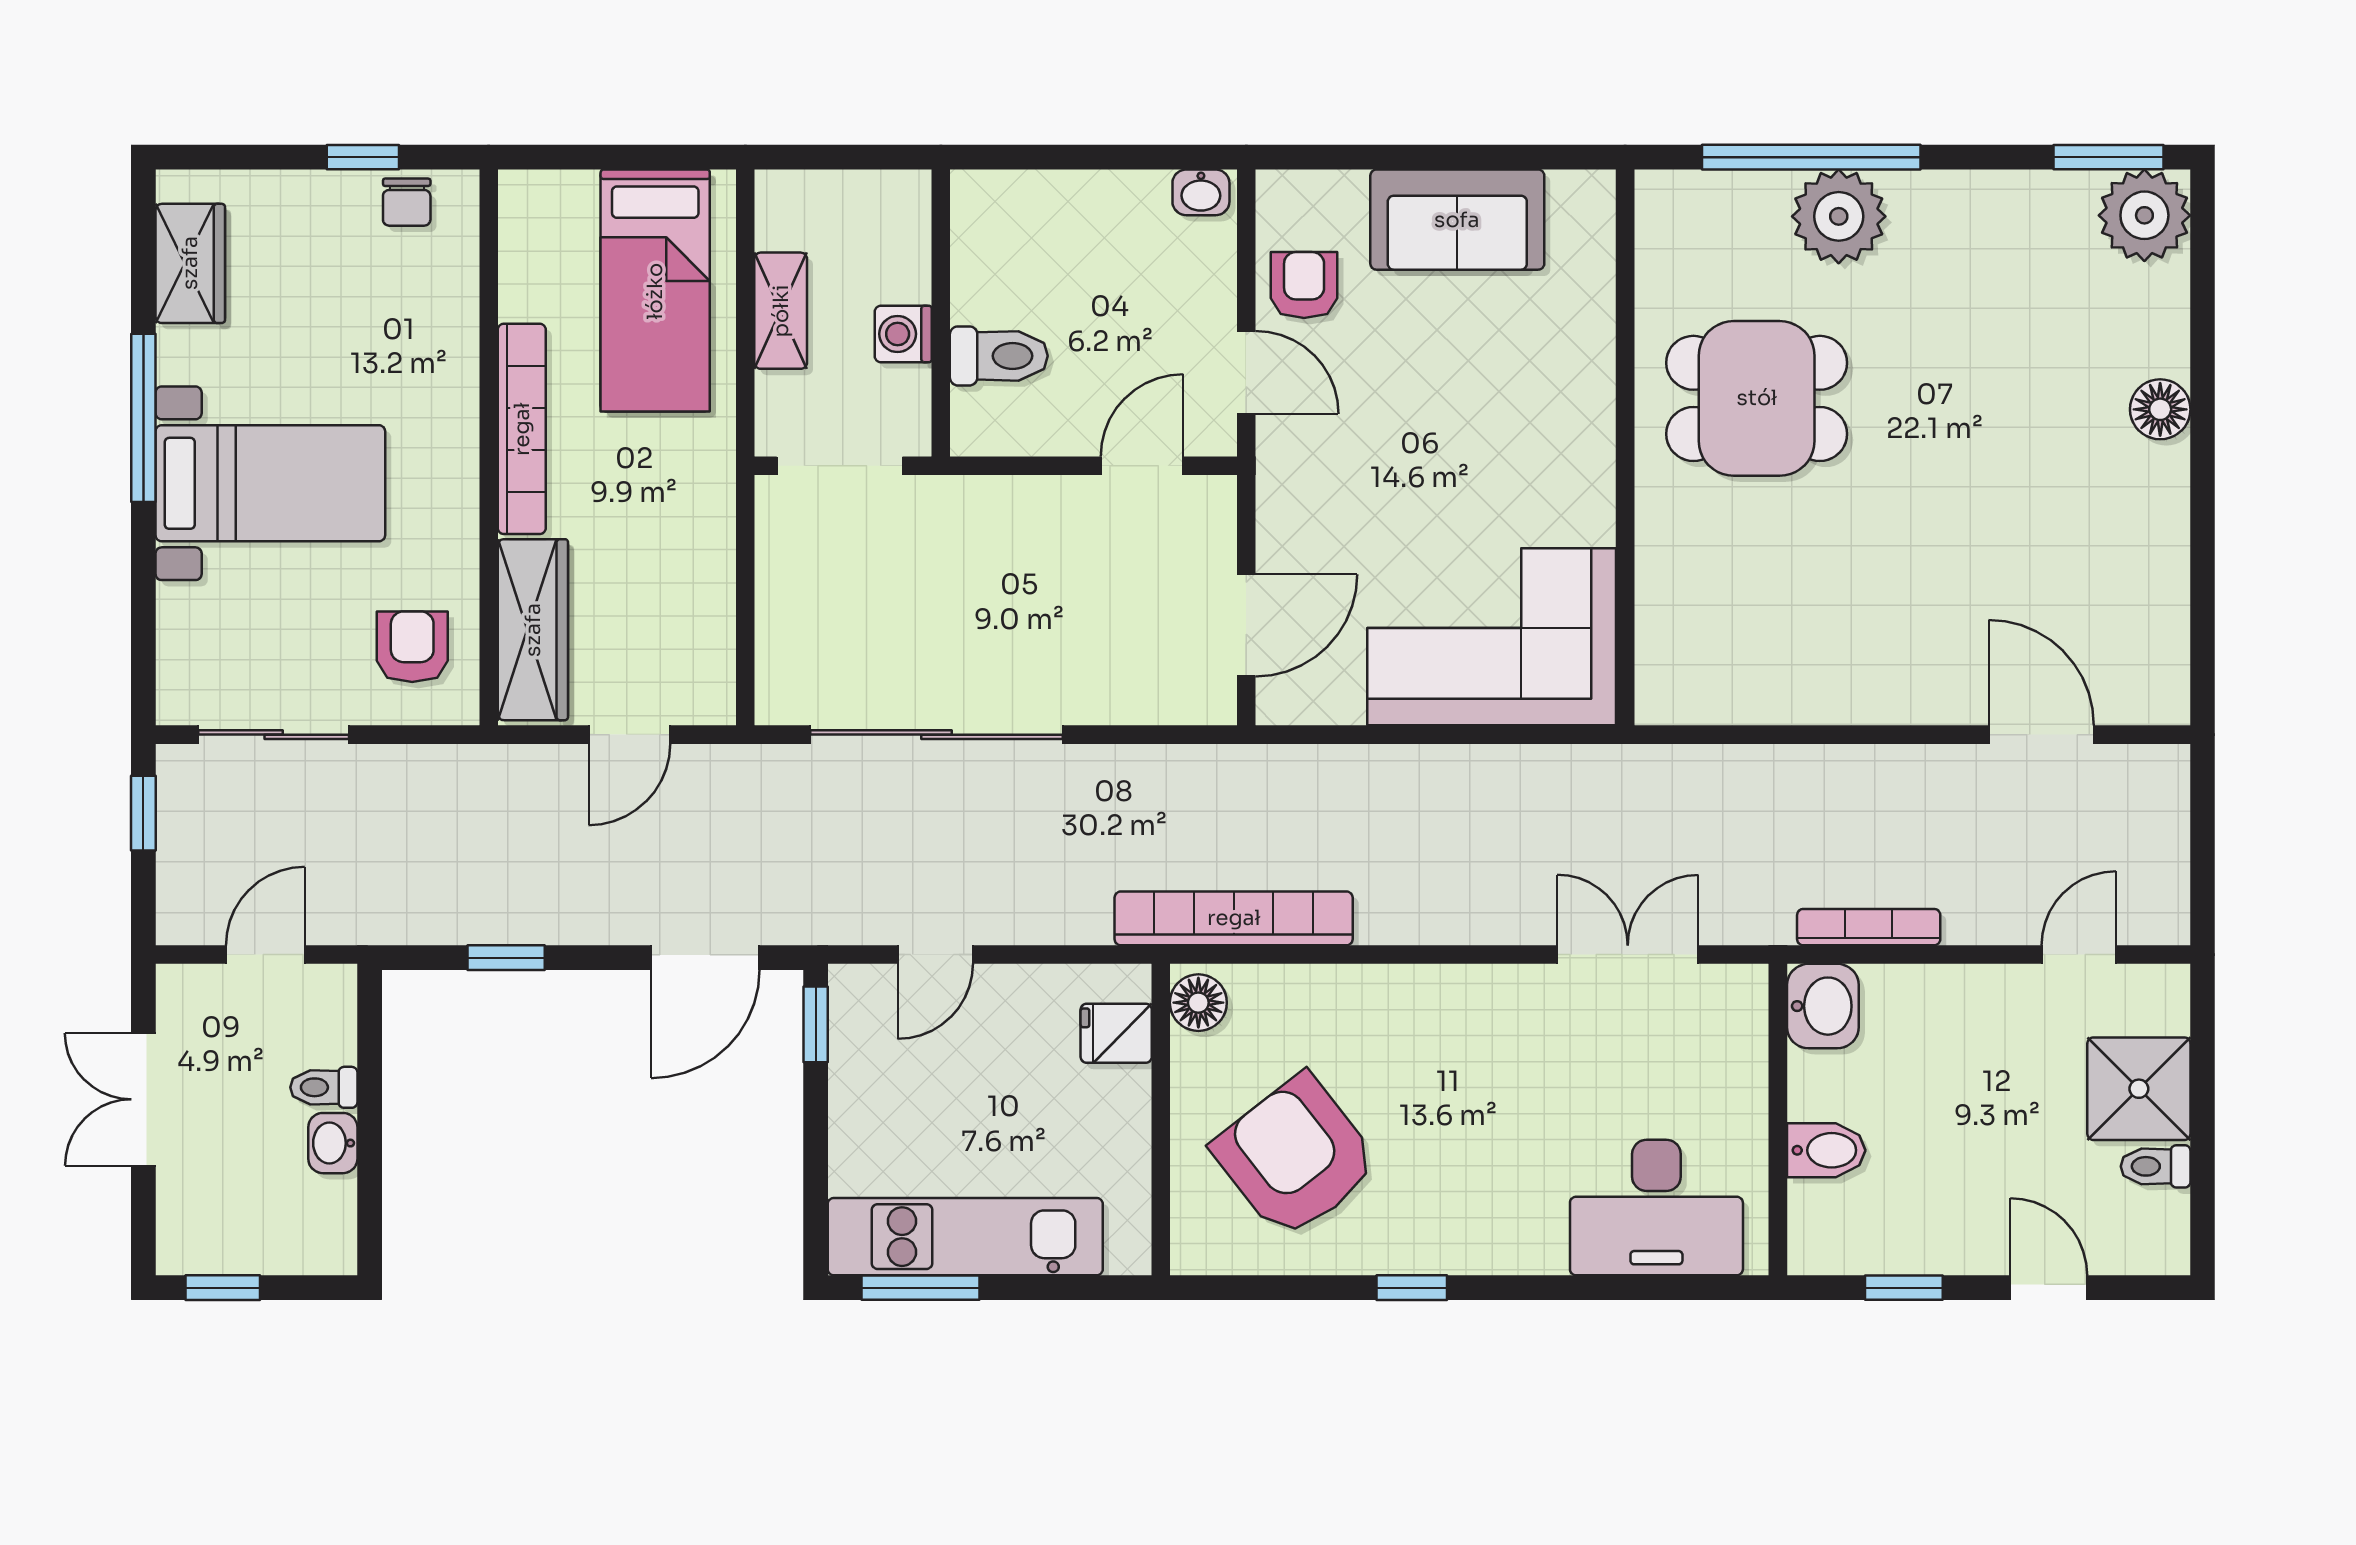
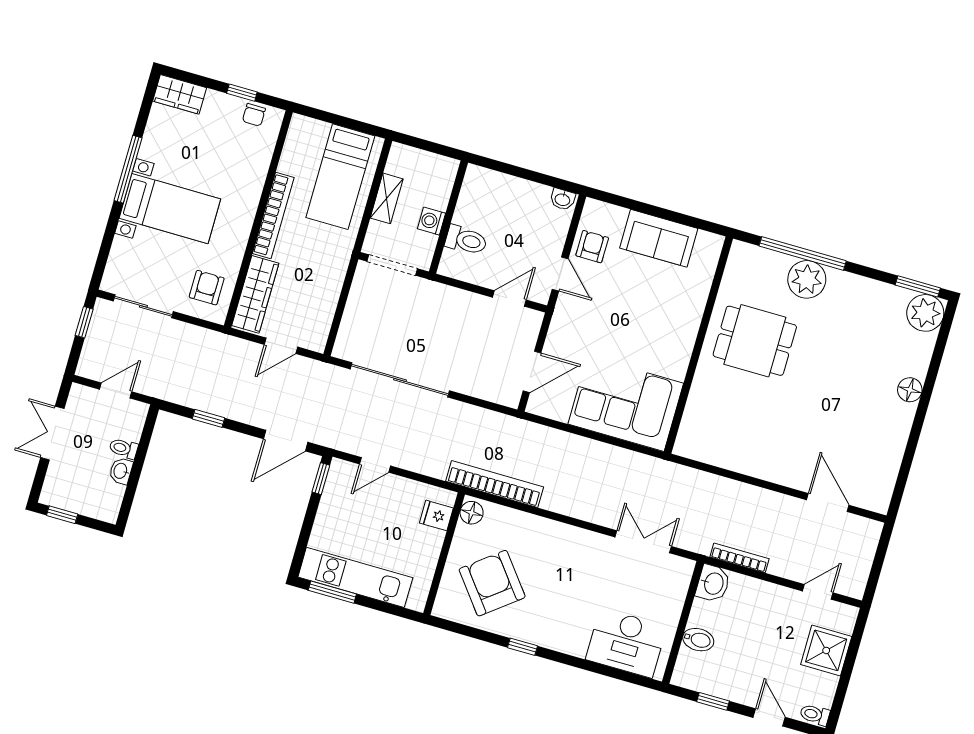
wardrobe: (190, 263) -> (180, 94), moved, turned 90
toilet: (2156, 1166) -> (815, 715), moved

